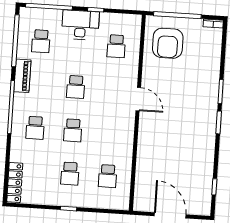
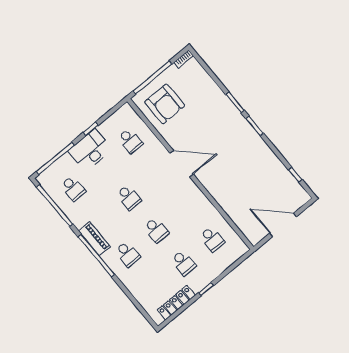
piano: (22, 76) -> (94, 239), moved
door: (138, 99) -> (182, 164), width x1.36
locker: (15, 183) -> (176, 303), moved, turned -90

